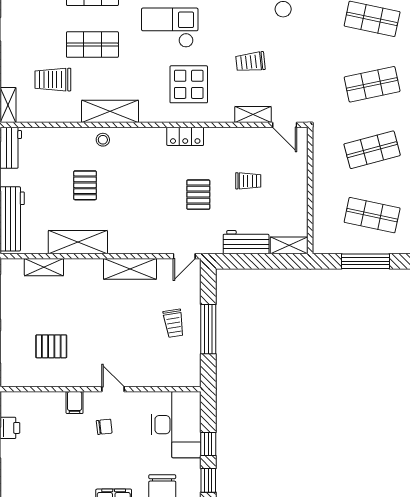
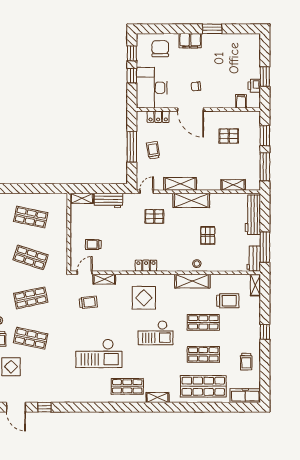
trolley: (250, 62) -> (88, 302), moved
door: (285, 125) -> (85, 273), hinge flipped
shop shelf: (372, 150) -> (31, 257), turned 33
trolley: (248, 181) -> (93, 244), moved
pallet: (198, 195) -> (154, 216), moved, turned 90
shelving: (78, 242) -> (191, 200), moved
window: (365, 261) -> (35, 189), removed
locker: (166, 378) -> (158, 117), added
door: (113, 389) -> (191, 110), width x1.88
filing cabinet: (75, 403) -> (241, 101), moved

